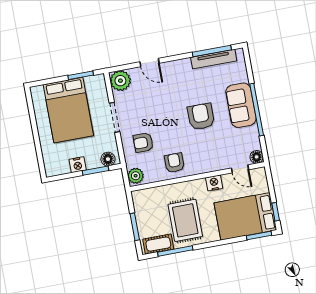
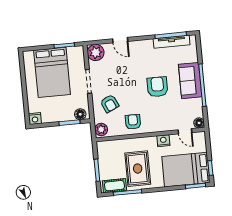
armchair: (143, 143) -> (110, 104), turned -115
nightstand: (78, 165) -> (35, 119), moved

